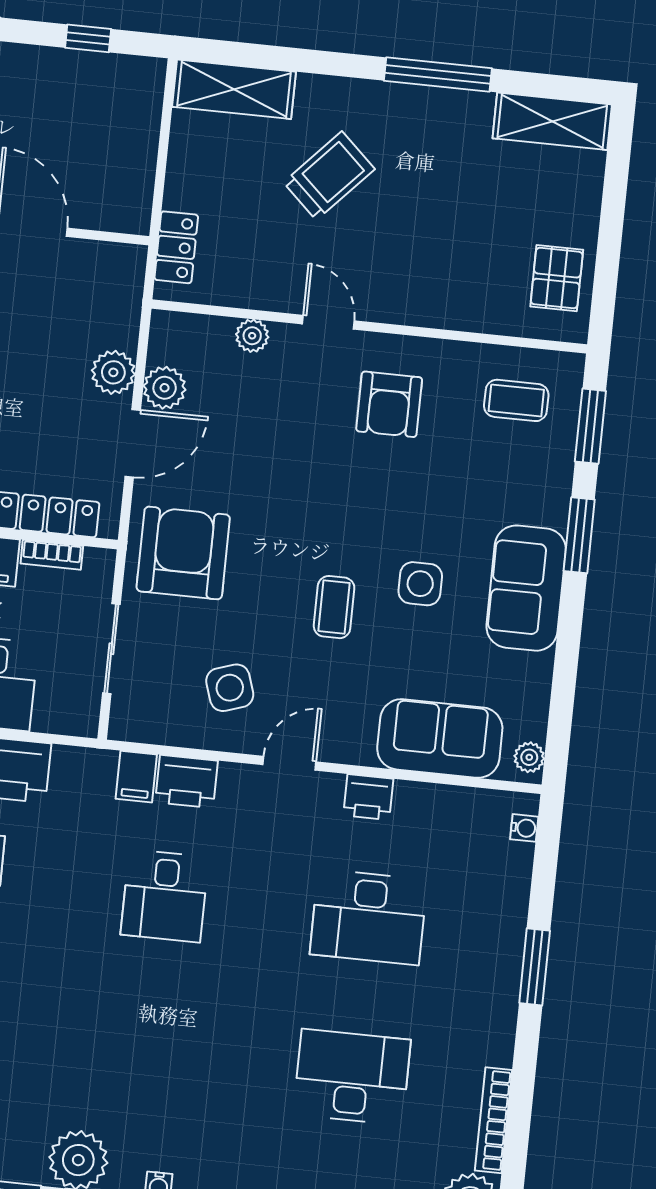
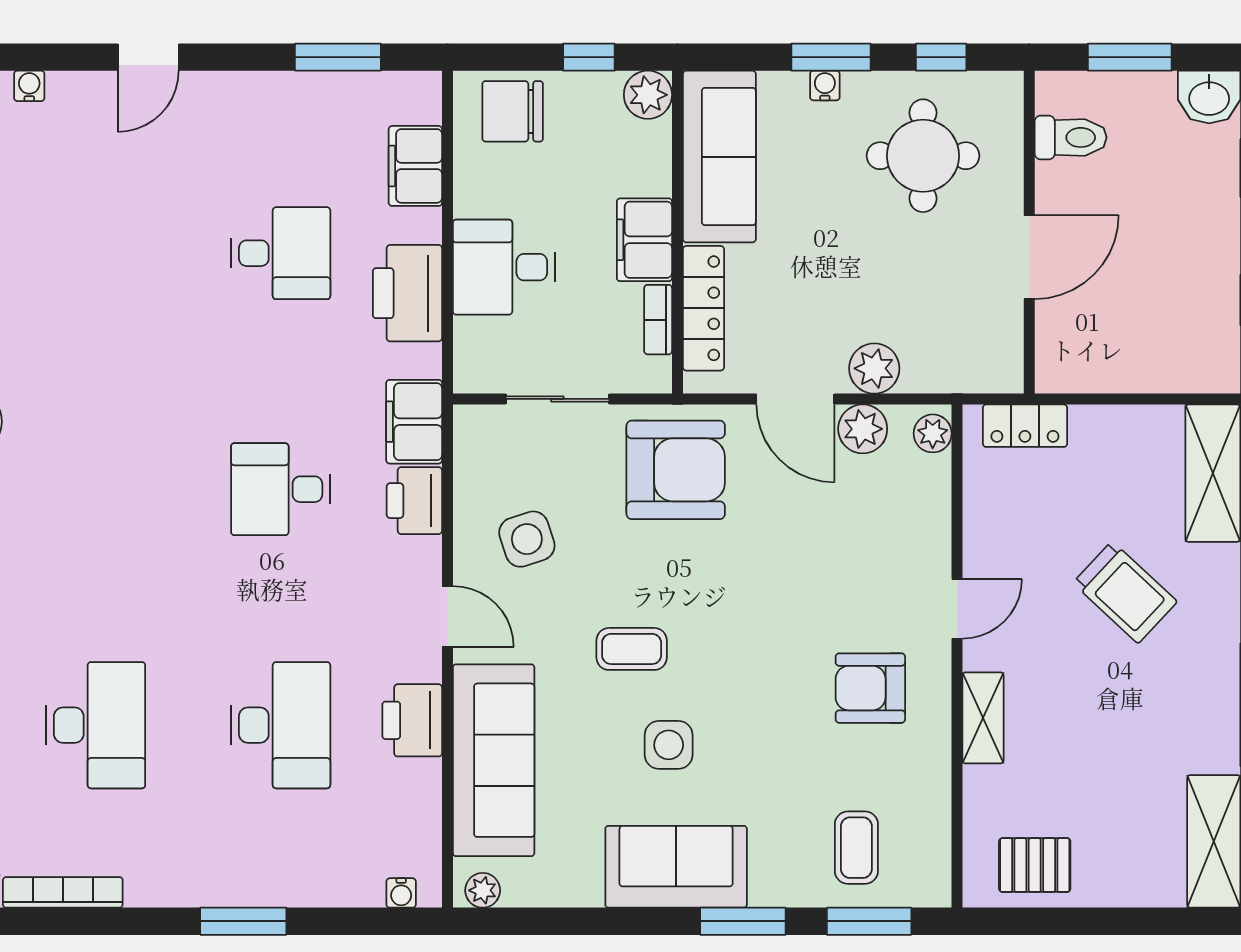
shelving: (425, 310) -> (983, 718), added
plant: (252, 336) -> (933, 433), moved
coffee table: (516, 400) -> (856, 848), moved
sofa: (440, 738) -> (494, 760), width x1.36
filing cabinet: (136, 777) -> (414, 422), width x2.00
printer: (368, 797) -> (412, 720), width x1.36, depth x1.24
desk: (369, 917) -> (281, 725), turned 180

